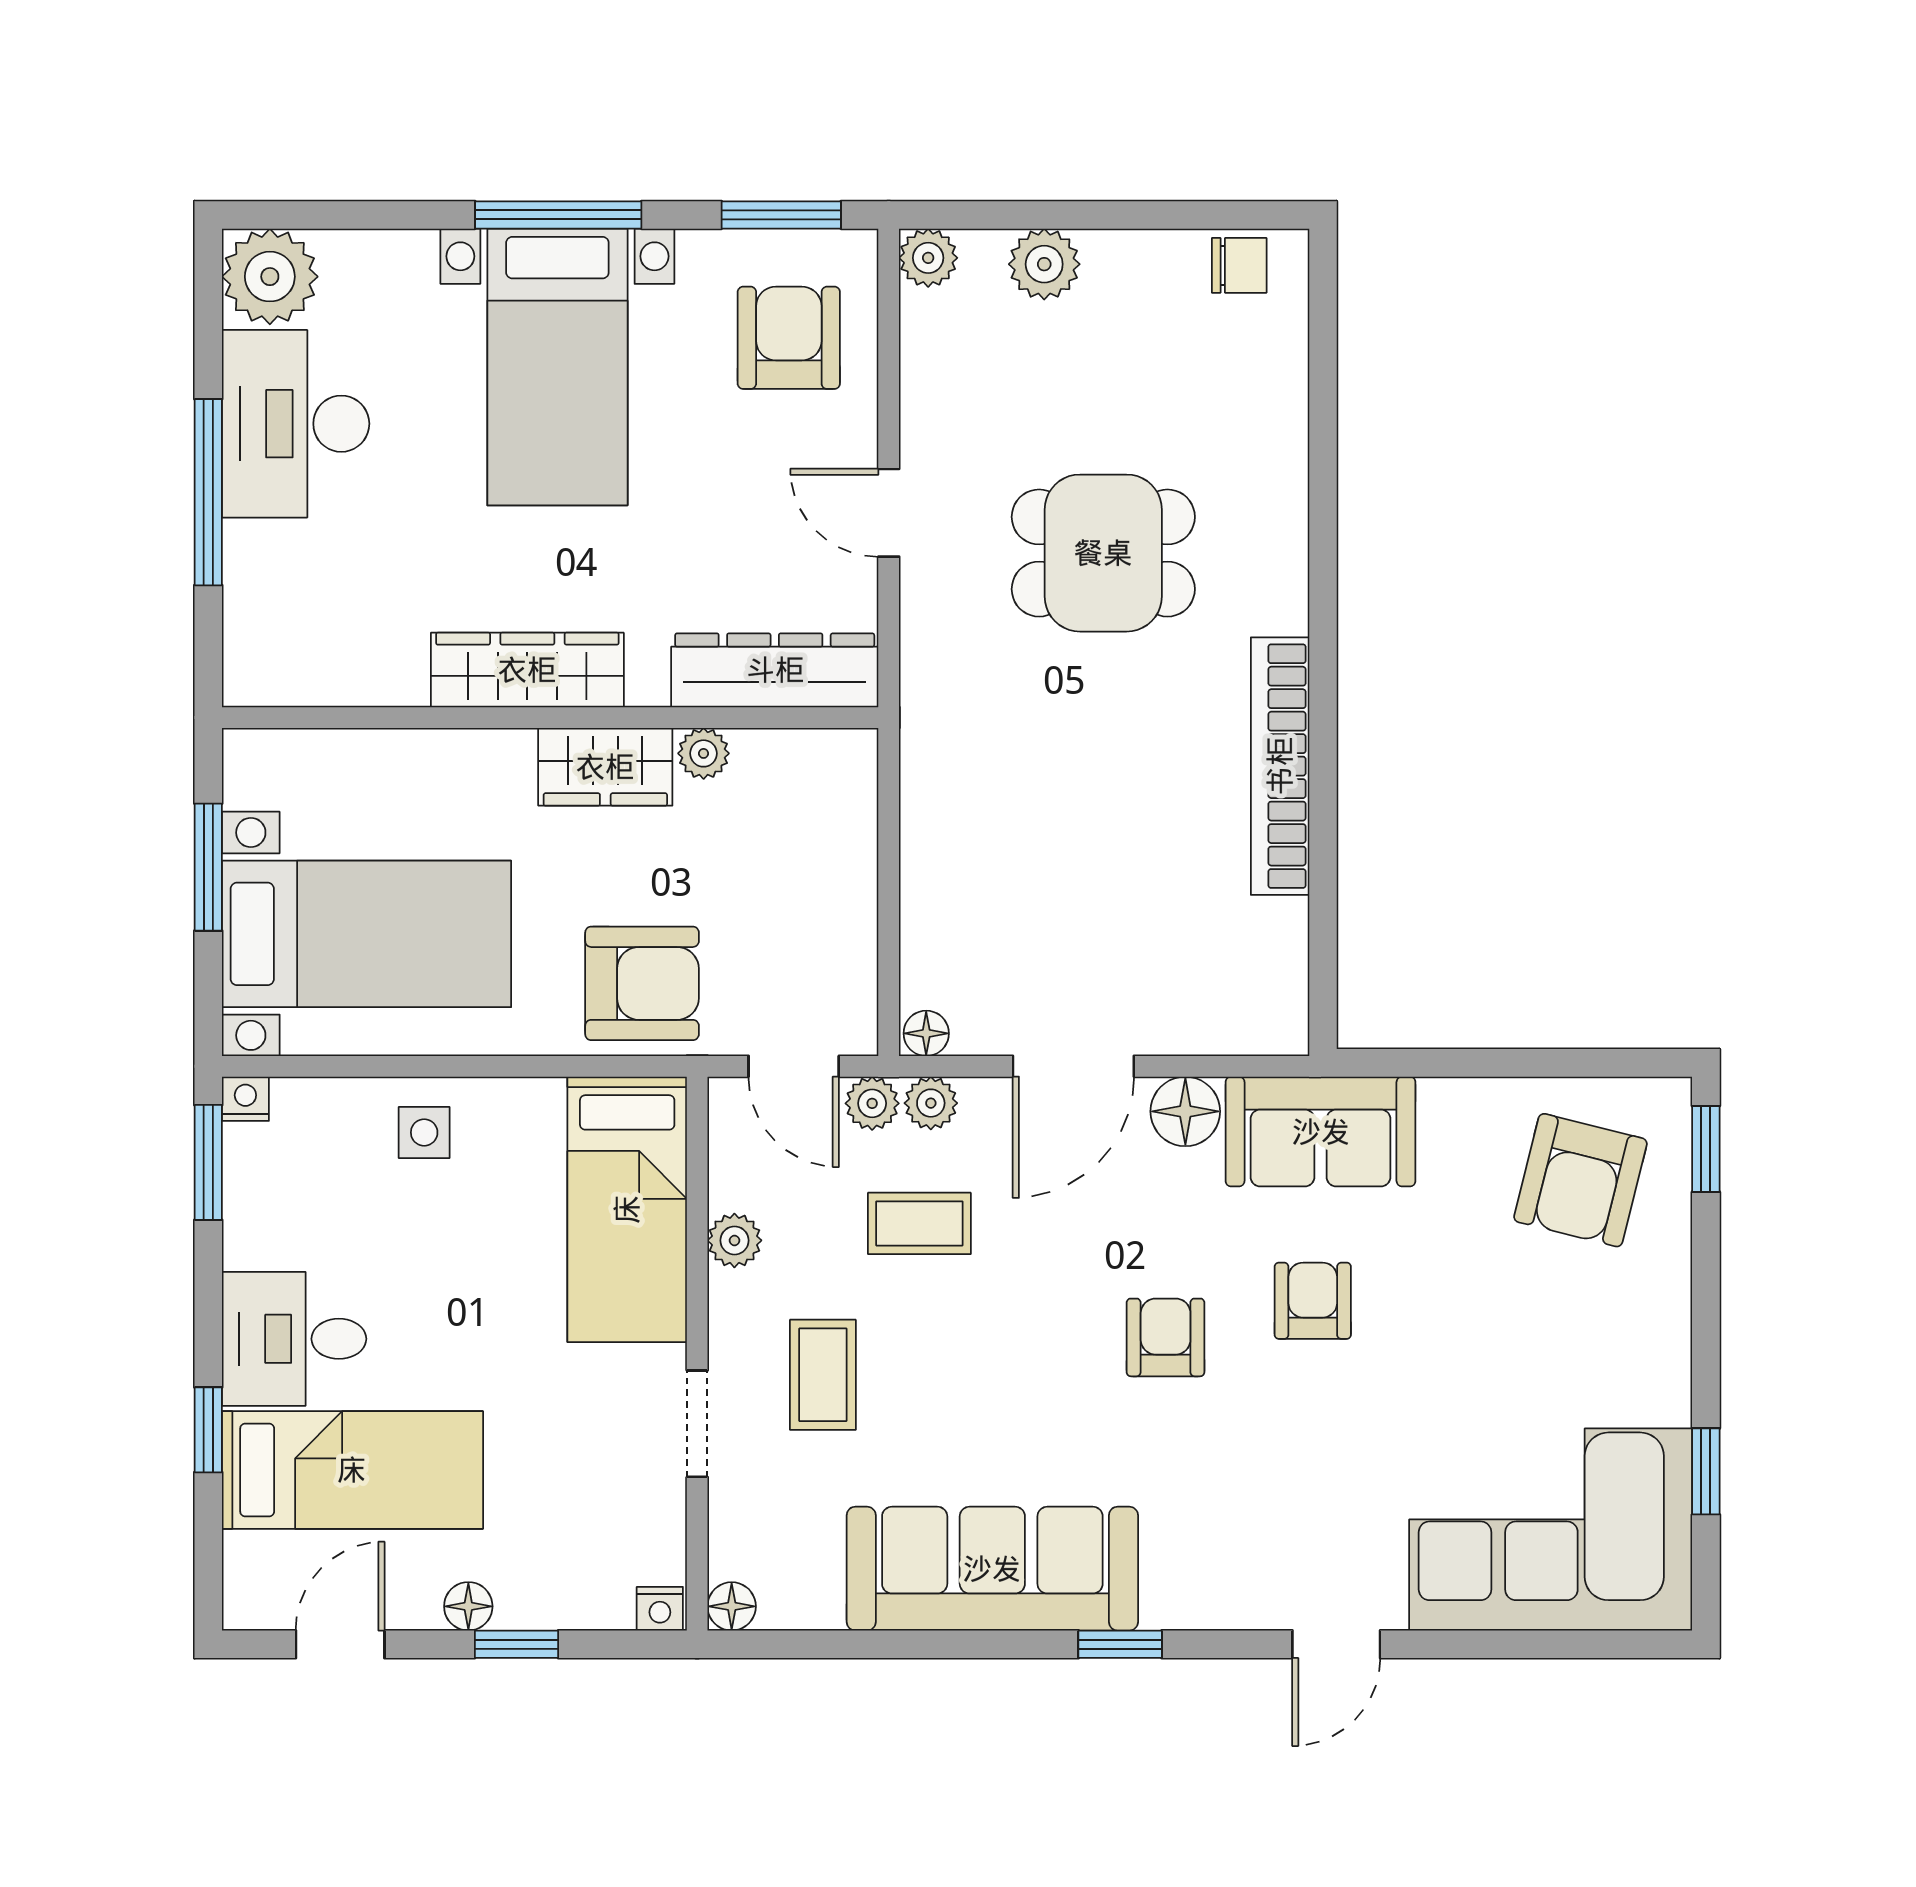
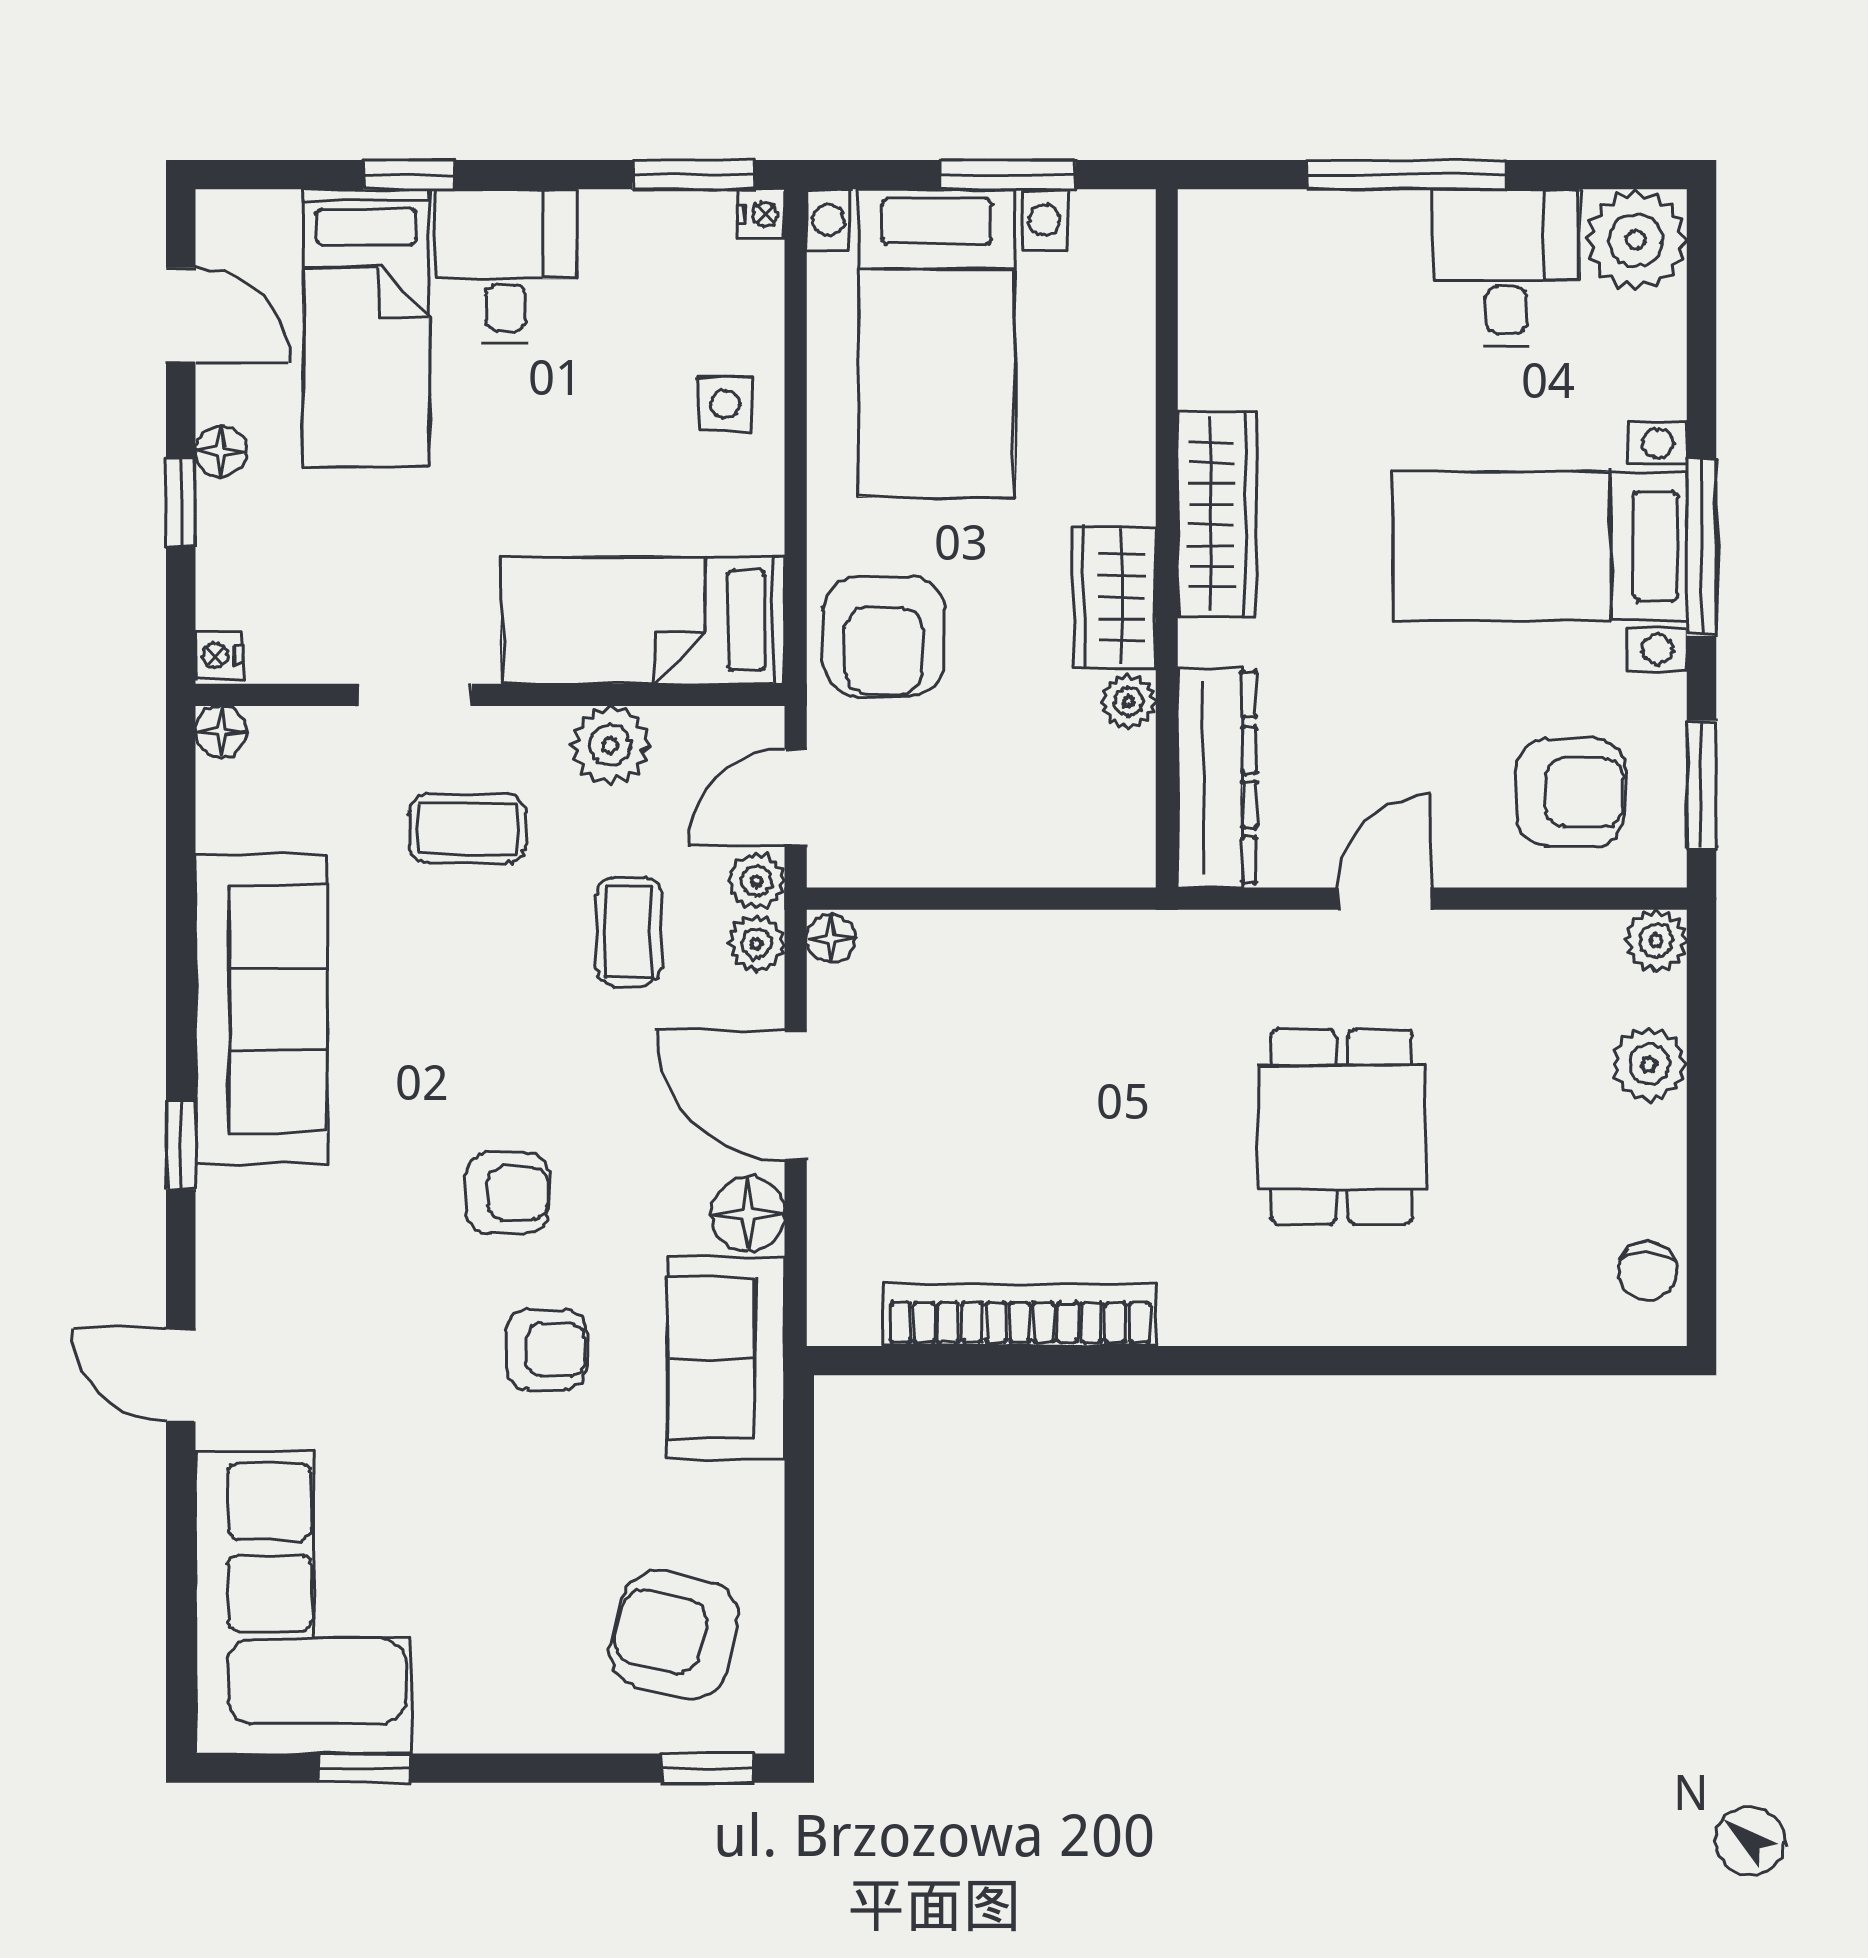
desk: (296, 424) -> (1506, 268), width x0.73
bookcase: (1280, 766) -> (1020, 1315), moved
plant: (734, 1240) -> (610, 745), width x1.38, depth x1.38

